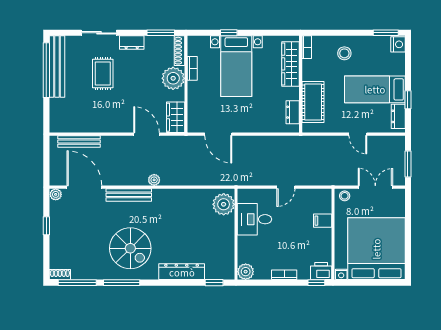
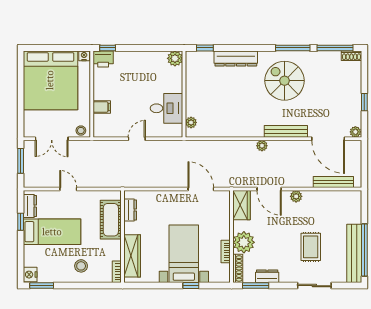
dresser: (132, 42) -> (267, 276), moved
plant: (118, 127) -> (296, 196), added
plant: (224, 204) -> (191, 122), width x0.53, depth x0.53
bookcase: (284, 275) -> (138, 55), removed

